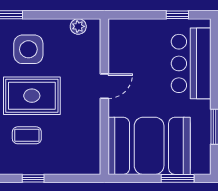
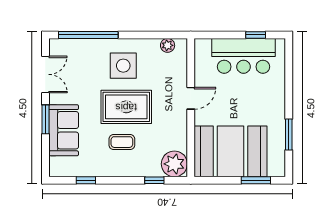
bar counter: (191, 63) -> (244, 56), moved, turned -90
plant: (86, 160) -> (174, 164), added
window: (33, 178) -> (154, 180), moved

